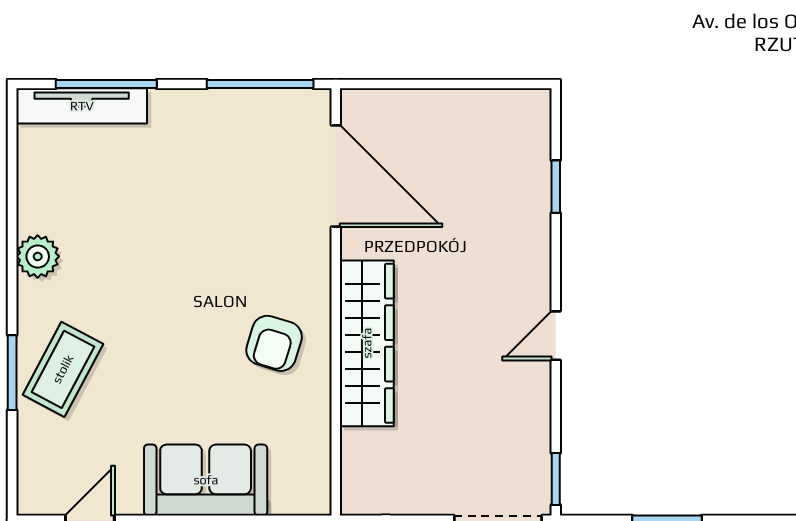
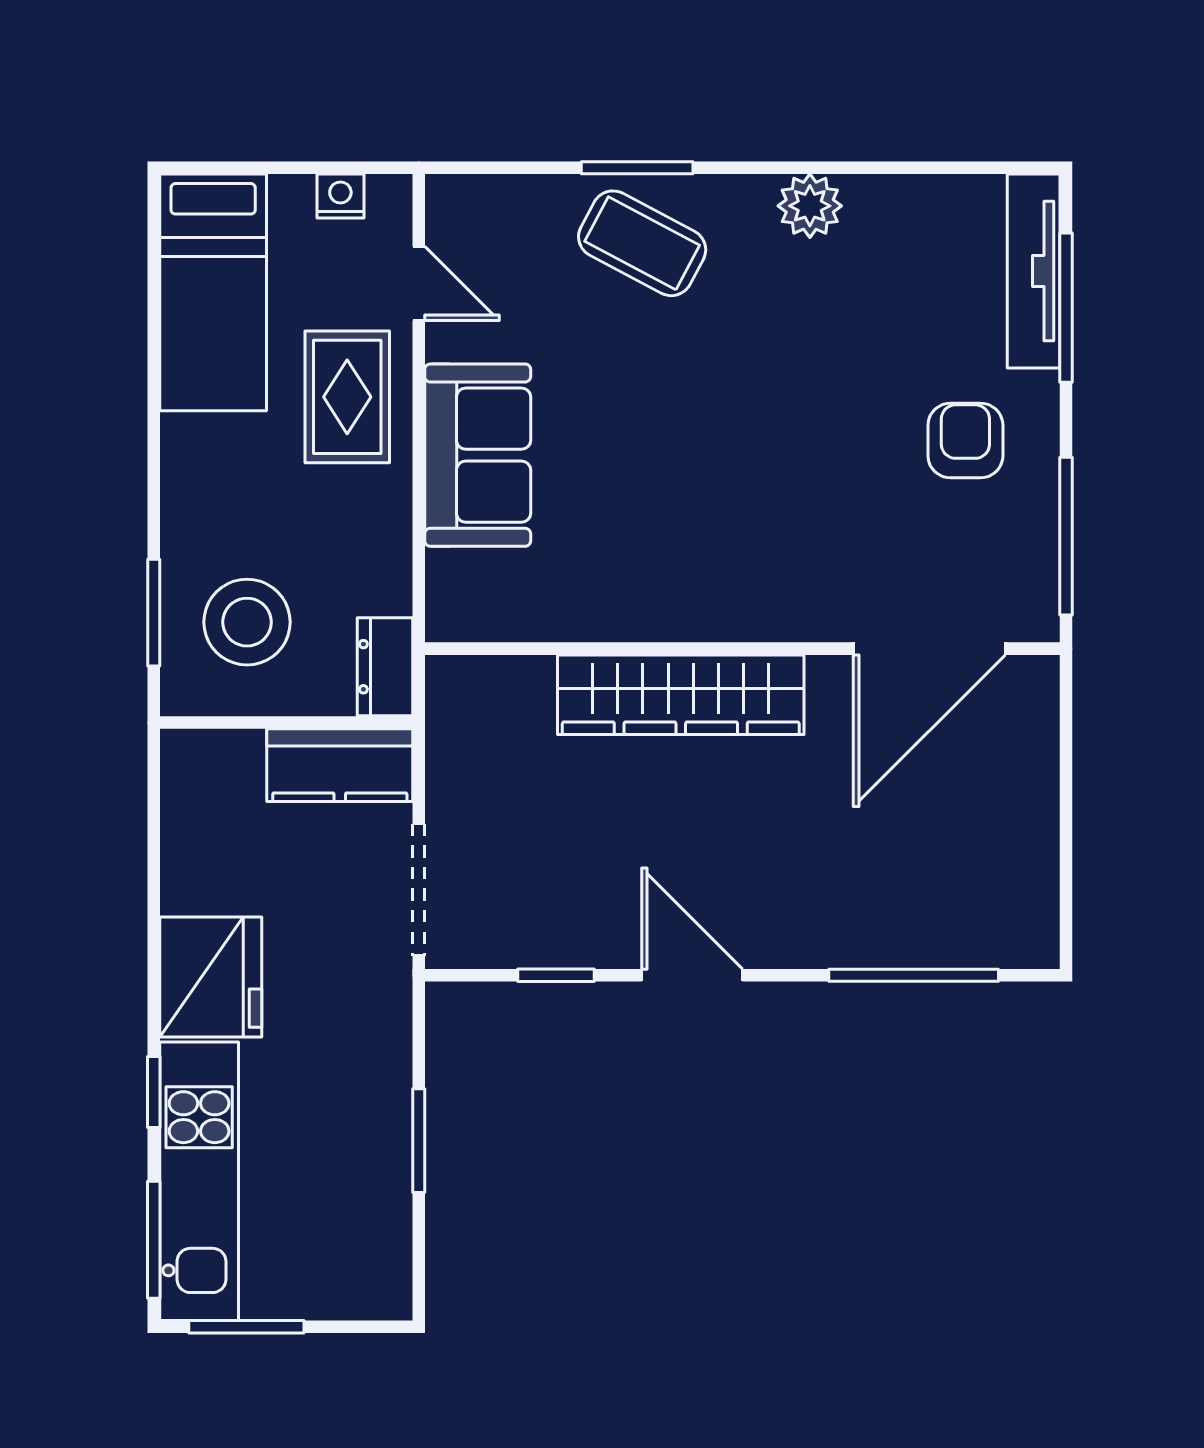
window: (556, 187) -> (914, 975), width x2.17
door: (556, 336) -> (692, 975), width x1.38
armchair: (274, 343) -> (965, 441), moved, turned 73
window: (556, 479) -> (556, 975), moved

